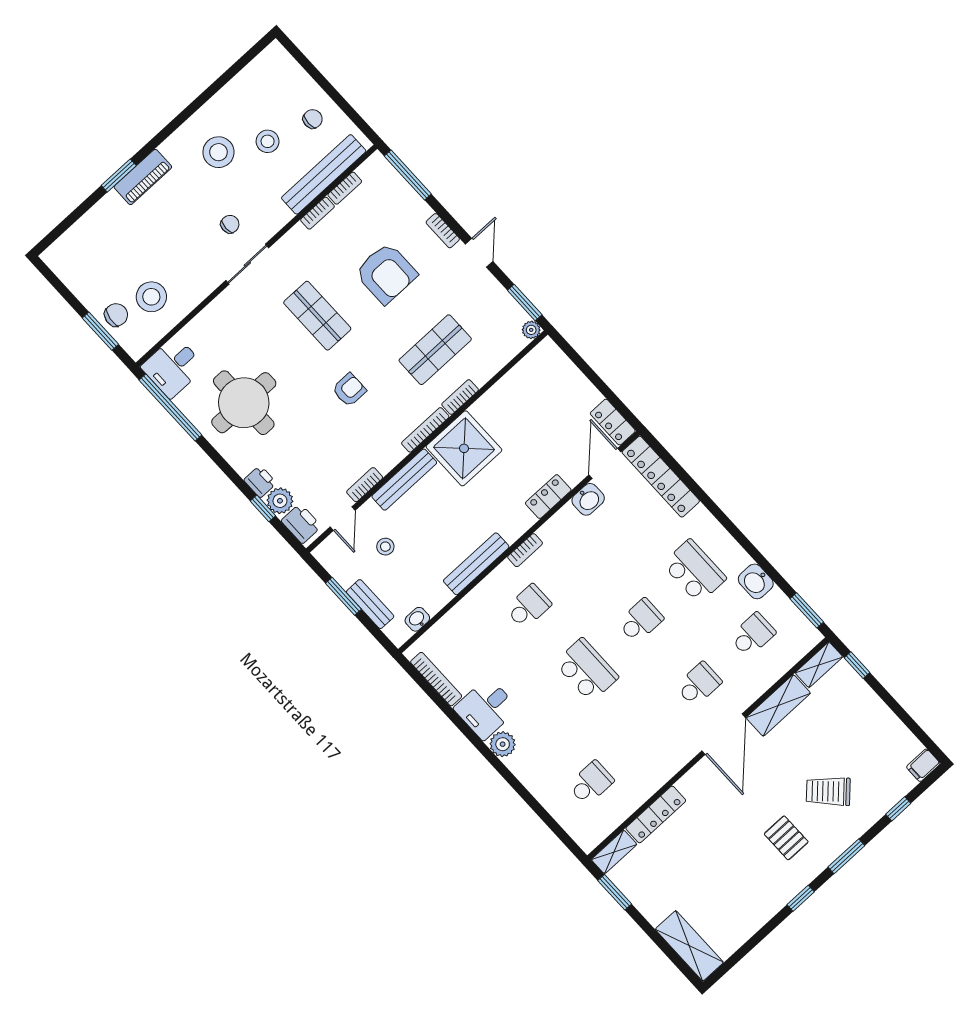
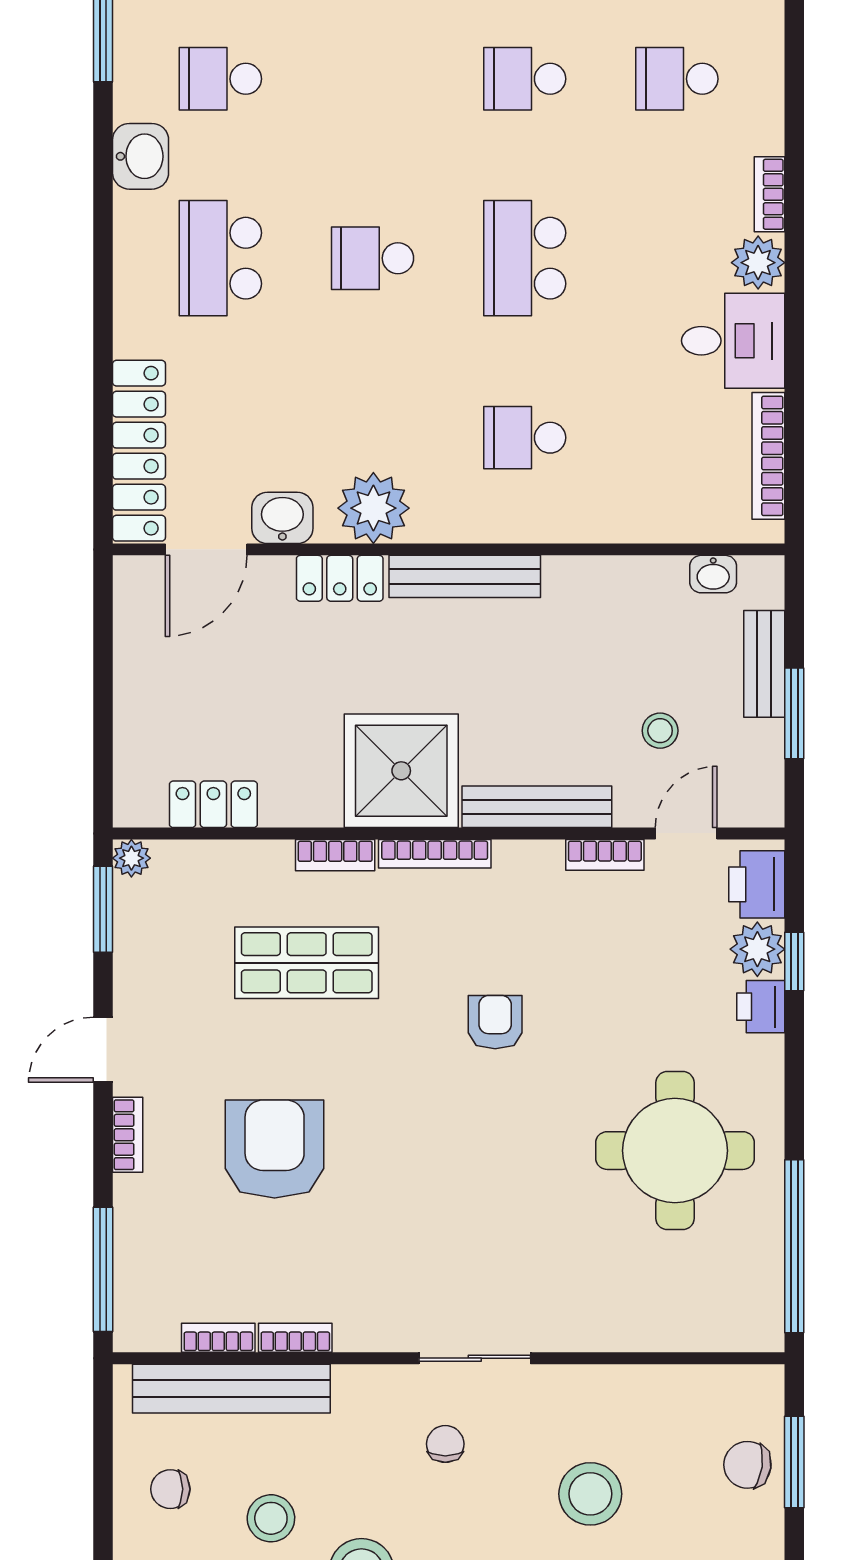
chair: (230, 224) -> (445, 1444), turned 90
stool: (151, 297) -> (590, 1494), moved
shop shelf: (317, 316) -> (440, 1181), removed
desk: (173, 367) -> (734, 1305), removed
armchair: (349, 390) -> (495, 1022), turned 90
locker: (613, 422) -> (213, 804), moved, turned -90
plant: (559, 532) -> (373, 508), added
bookcase: (525, 550) -> (770, 194), moved, turned -90
bench: (476, 564) -> (465, 576), moved
school desk: (699, 684) -> (525, 79), moved

